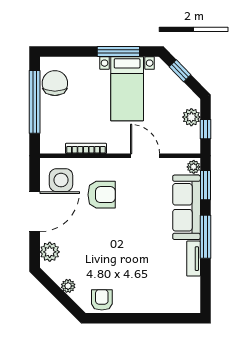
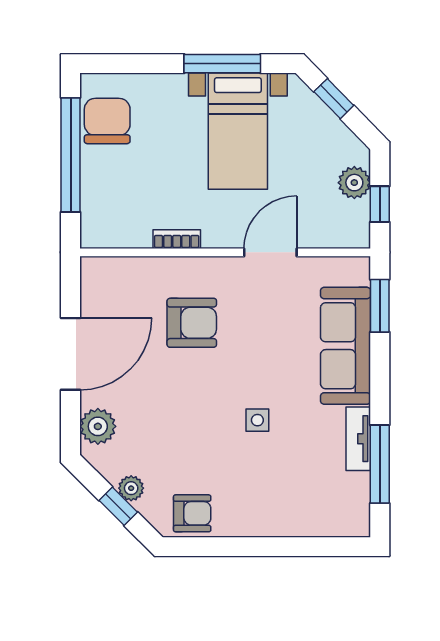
bookcase: (86, 148) -> (177, 239), width x0.64
door: (145, 156) -> (270, 252), hinge flipped
plant: (194, 167) -> (358, 273), removed
side table: (61, 180) -> (257, 420), moved, width x0.54, depth x0.54
window: (205, 237) -> (380, 464), moved
window: (61, 296) -> (118, 506), added
armchair: (102, 300) -> (192, 513), turned 90

